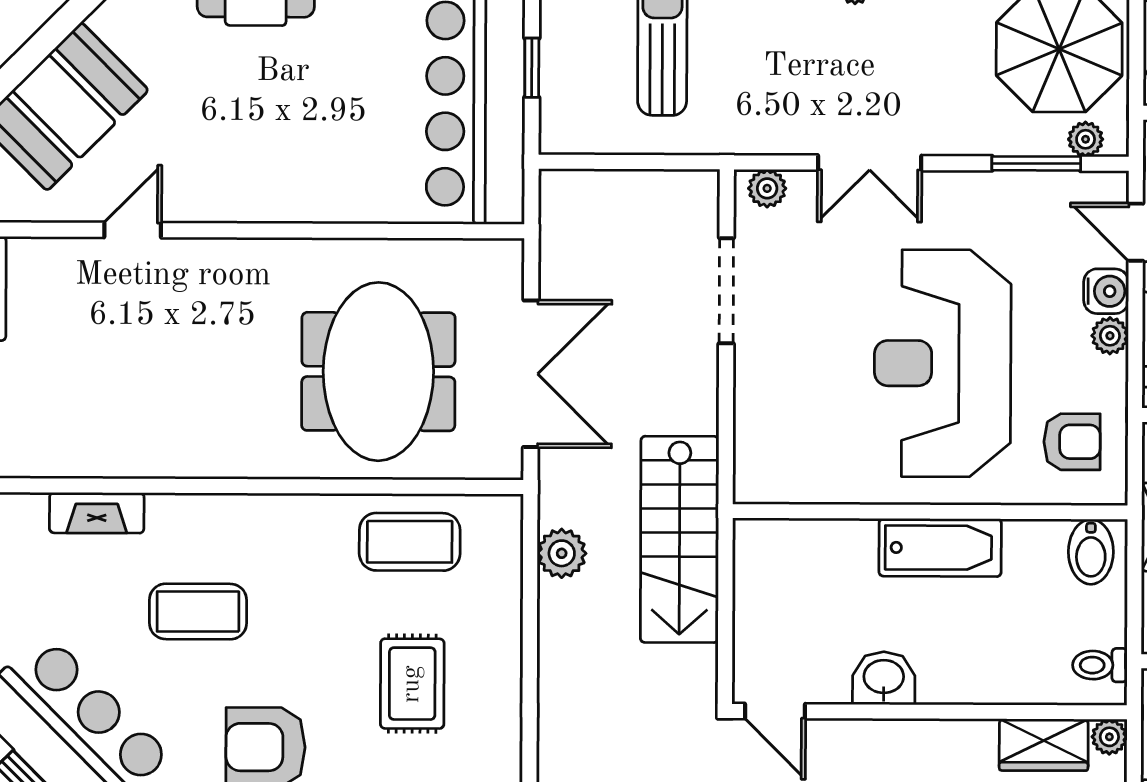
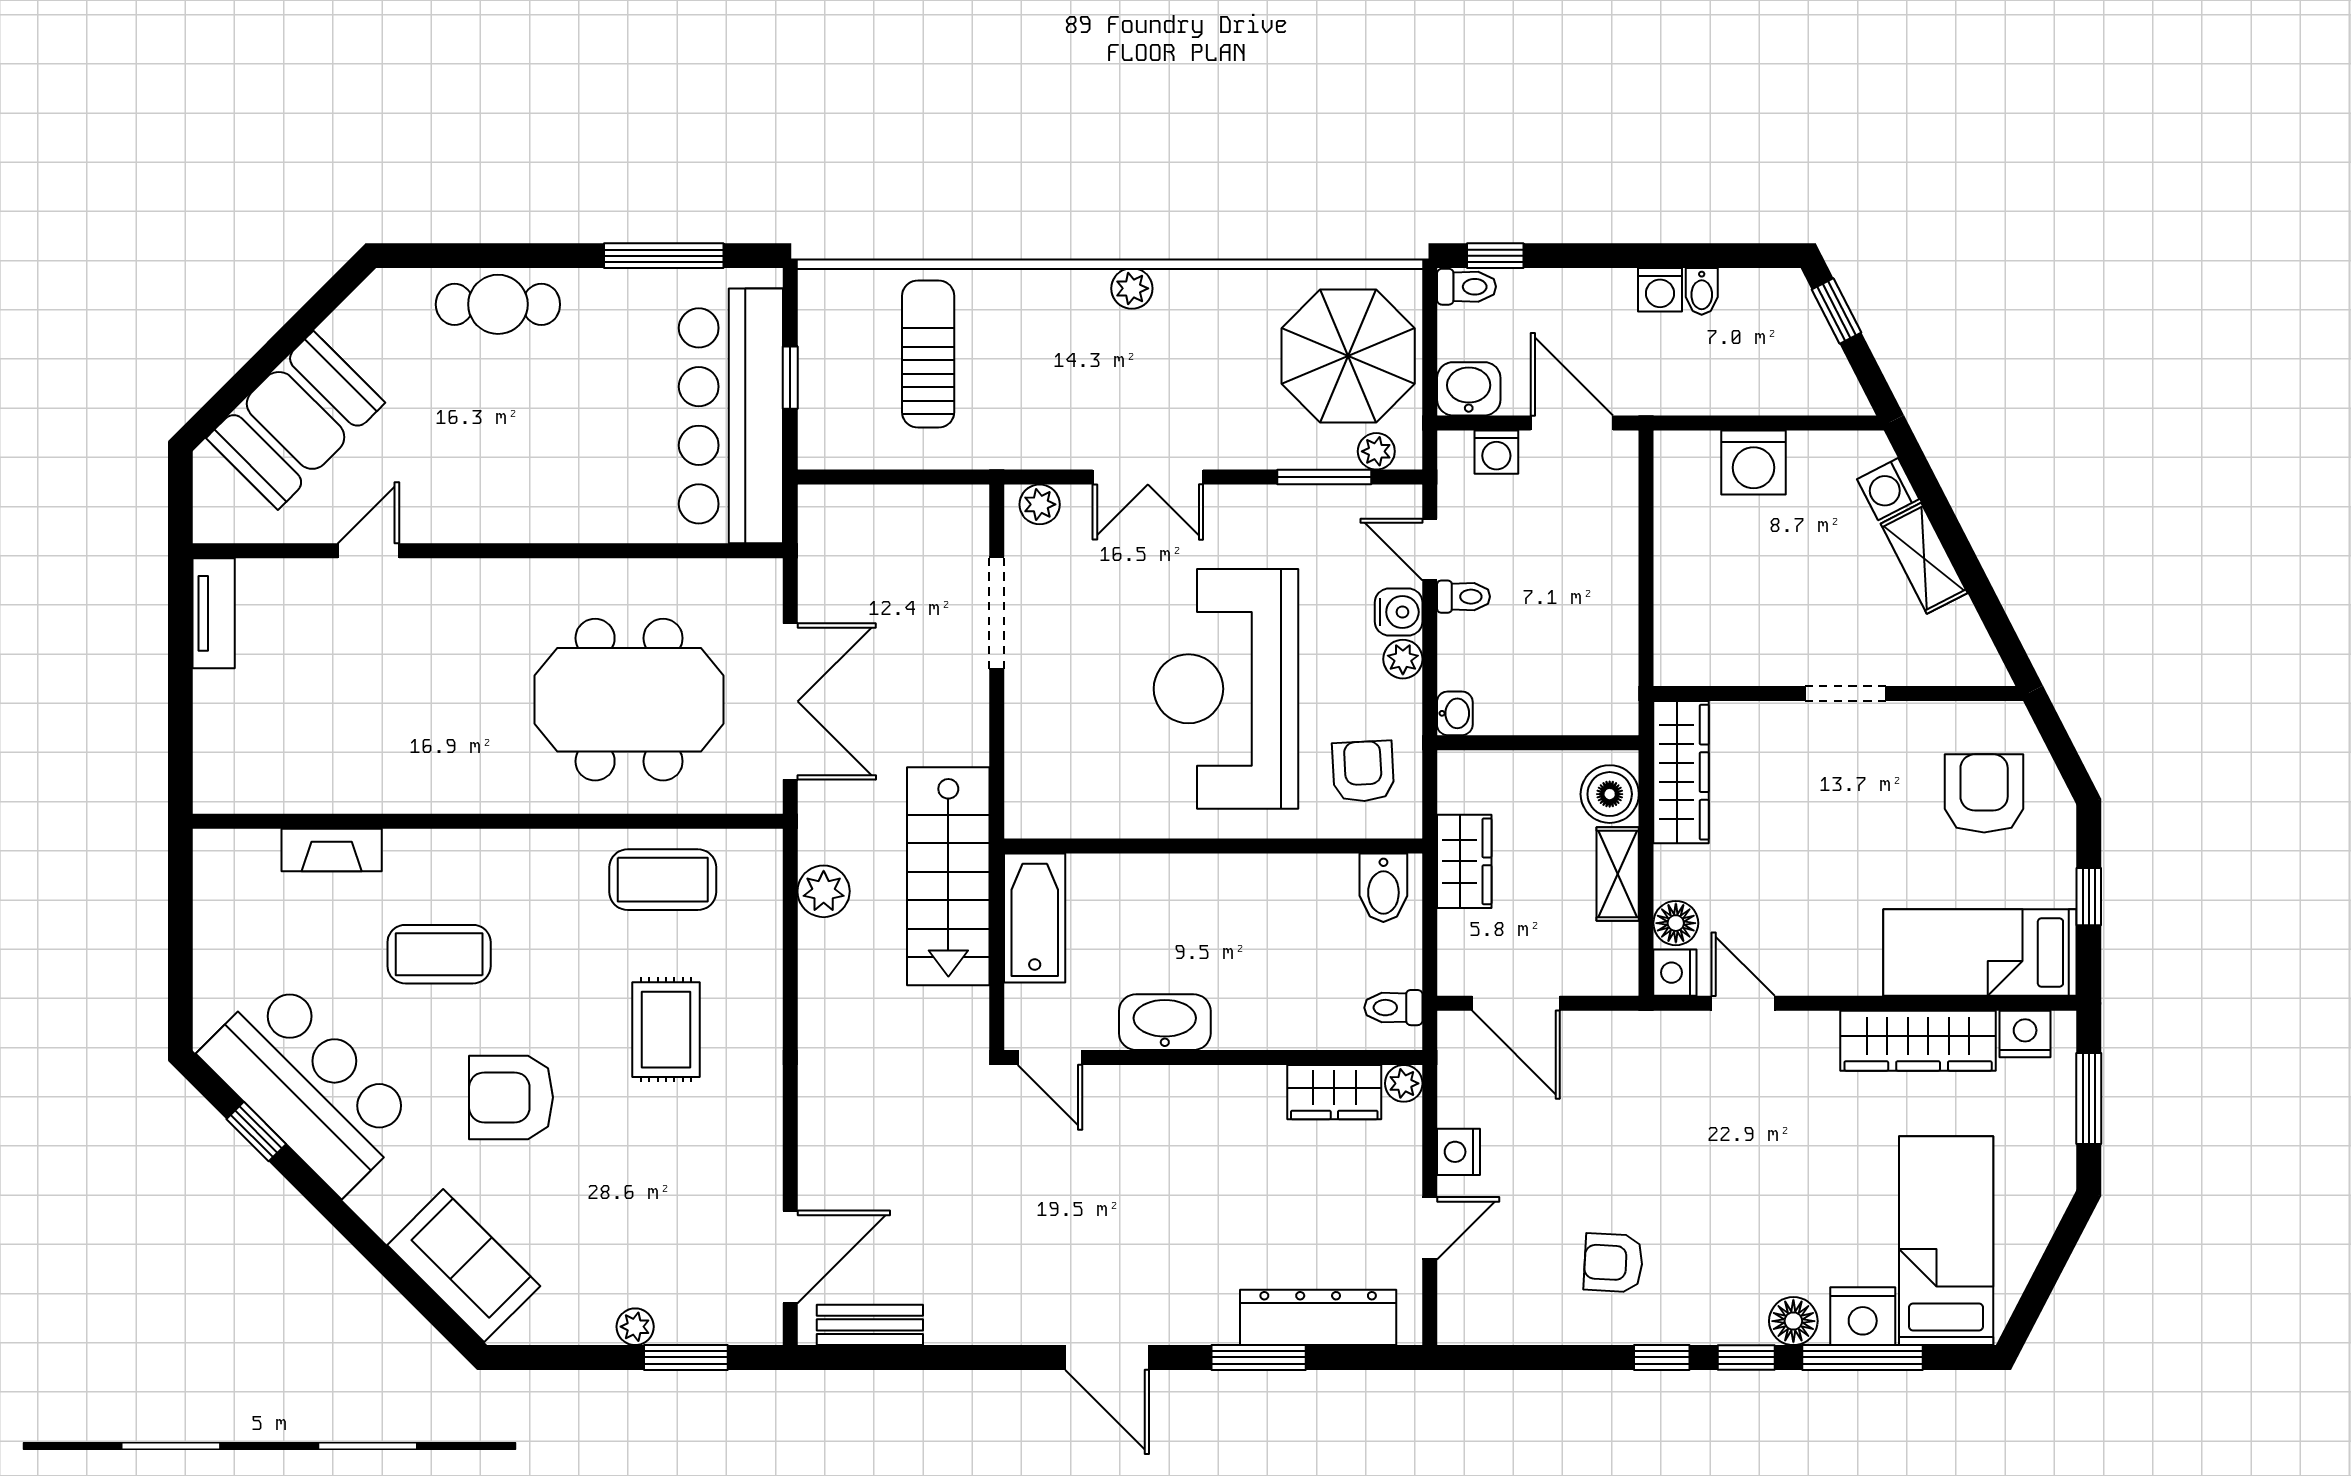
meeting table: (378, 372) -> (629, 700), turned 90
armchair: (1072, 442) -> (1363, 771), turned -93
bathtub: (940, 548) -> (1035, 918), moved, turned -90
washbasin: (884, 678) -> (1165, 1022), width x1.38

